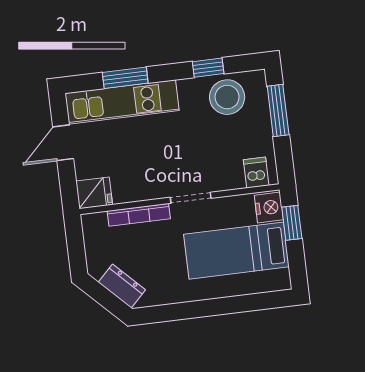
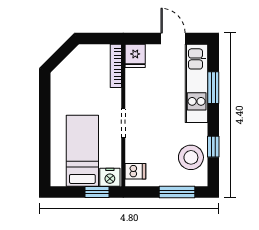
bookcase: (139, 215) -> (116, 66), moved
dresser: (122, 286) -> (67, 67), removed

